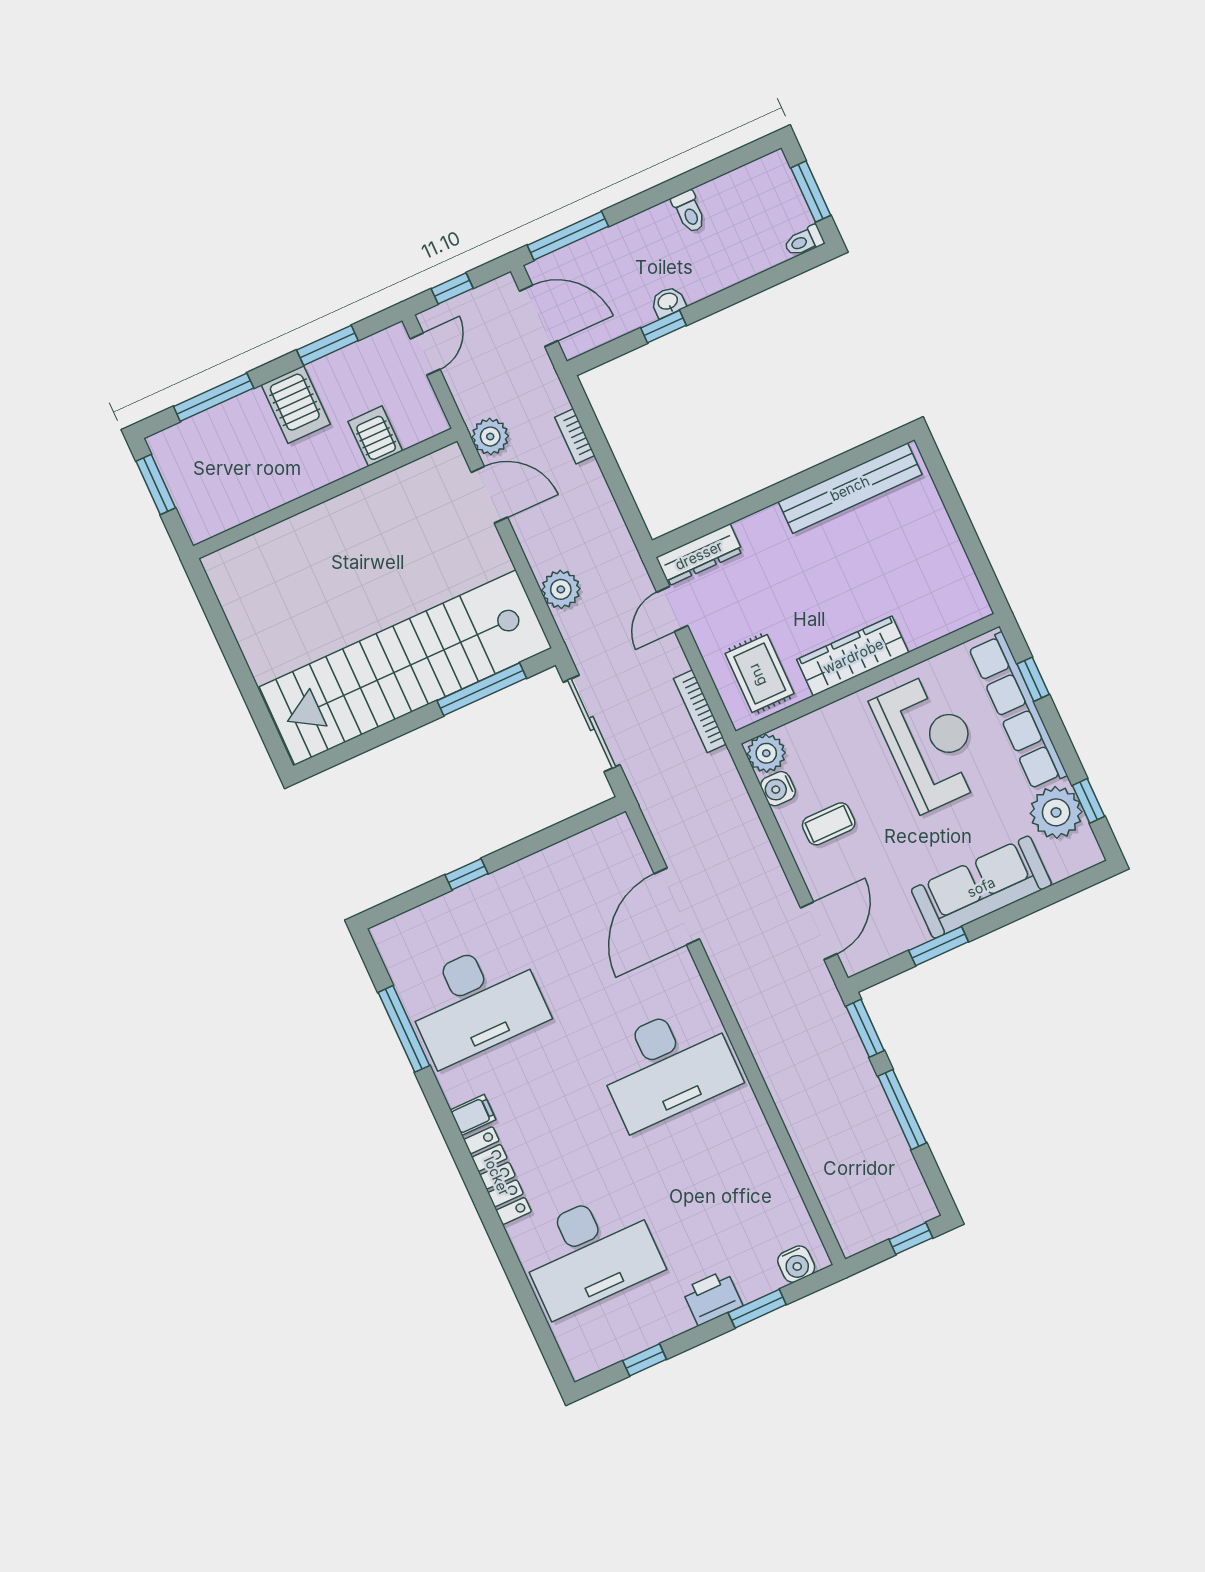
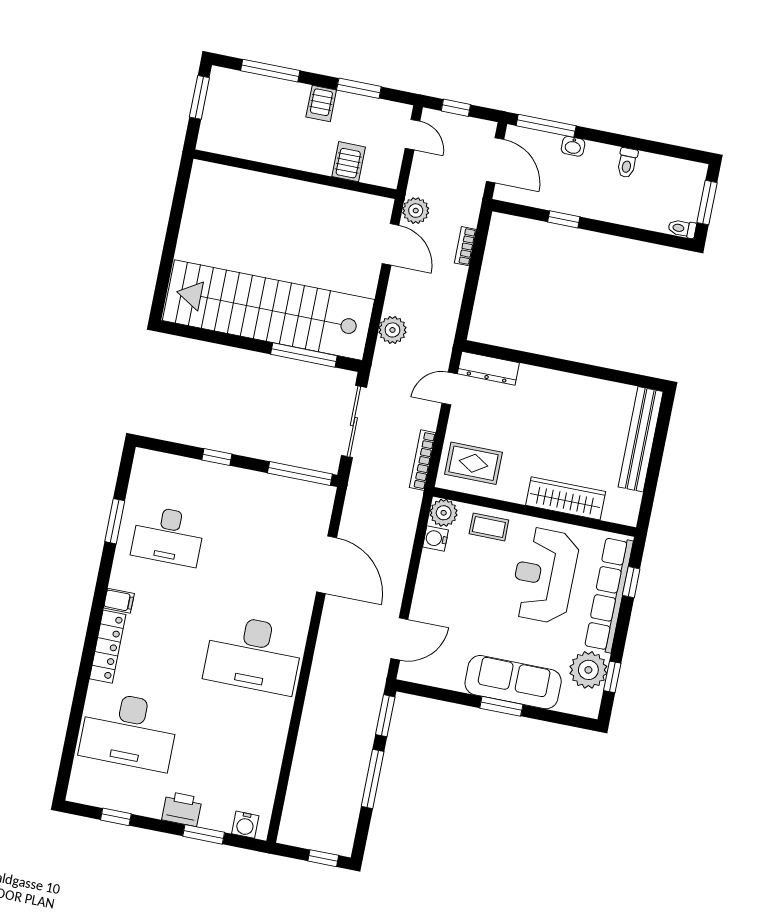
washbasin: (668, 302) -> (573, 146), moved, turned 180
door: (425, 354) -> (412, 135), hinge flipped
server rack: (296, 404) -> (321, 103), width x0.73, depth x0.70
bench: (850, 488) -> (641, 439), moved, turned 90
wardrobe: (853, 656) -> (566, 498), moved
rug: (760, 674) -> (473, 463), turned 90
reception desk: (930, 742) -> (544, 575), turned 180
coffee table: (829, 824) -> (489, 527), moved
window: (573, 826) -> (300, 474), added
door: (677, 906) -> (327, 565), swing flipped
window: (939, 946) -> (501, 706), moved
desk: (476, 1002) -> (168, 536), width x0.73, depth x0.77
window: (404, 1029) -> (115, 521), width x0.69

